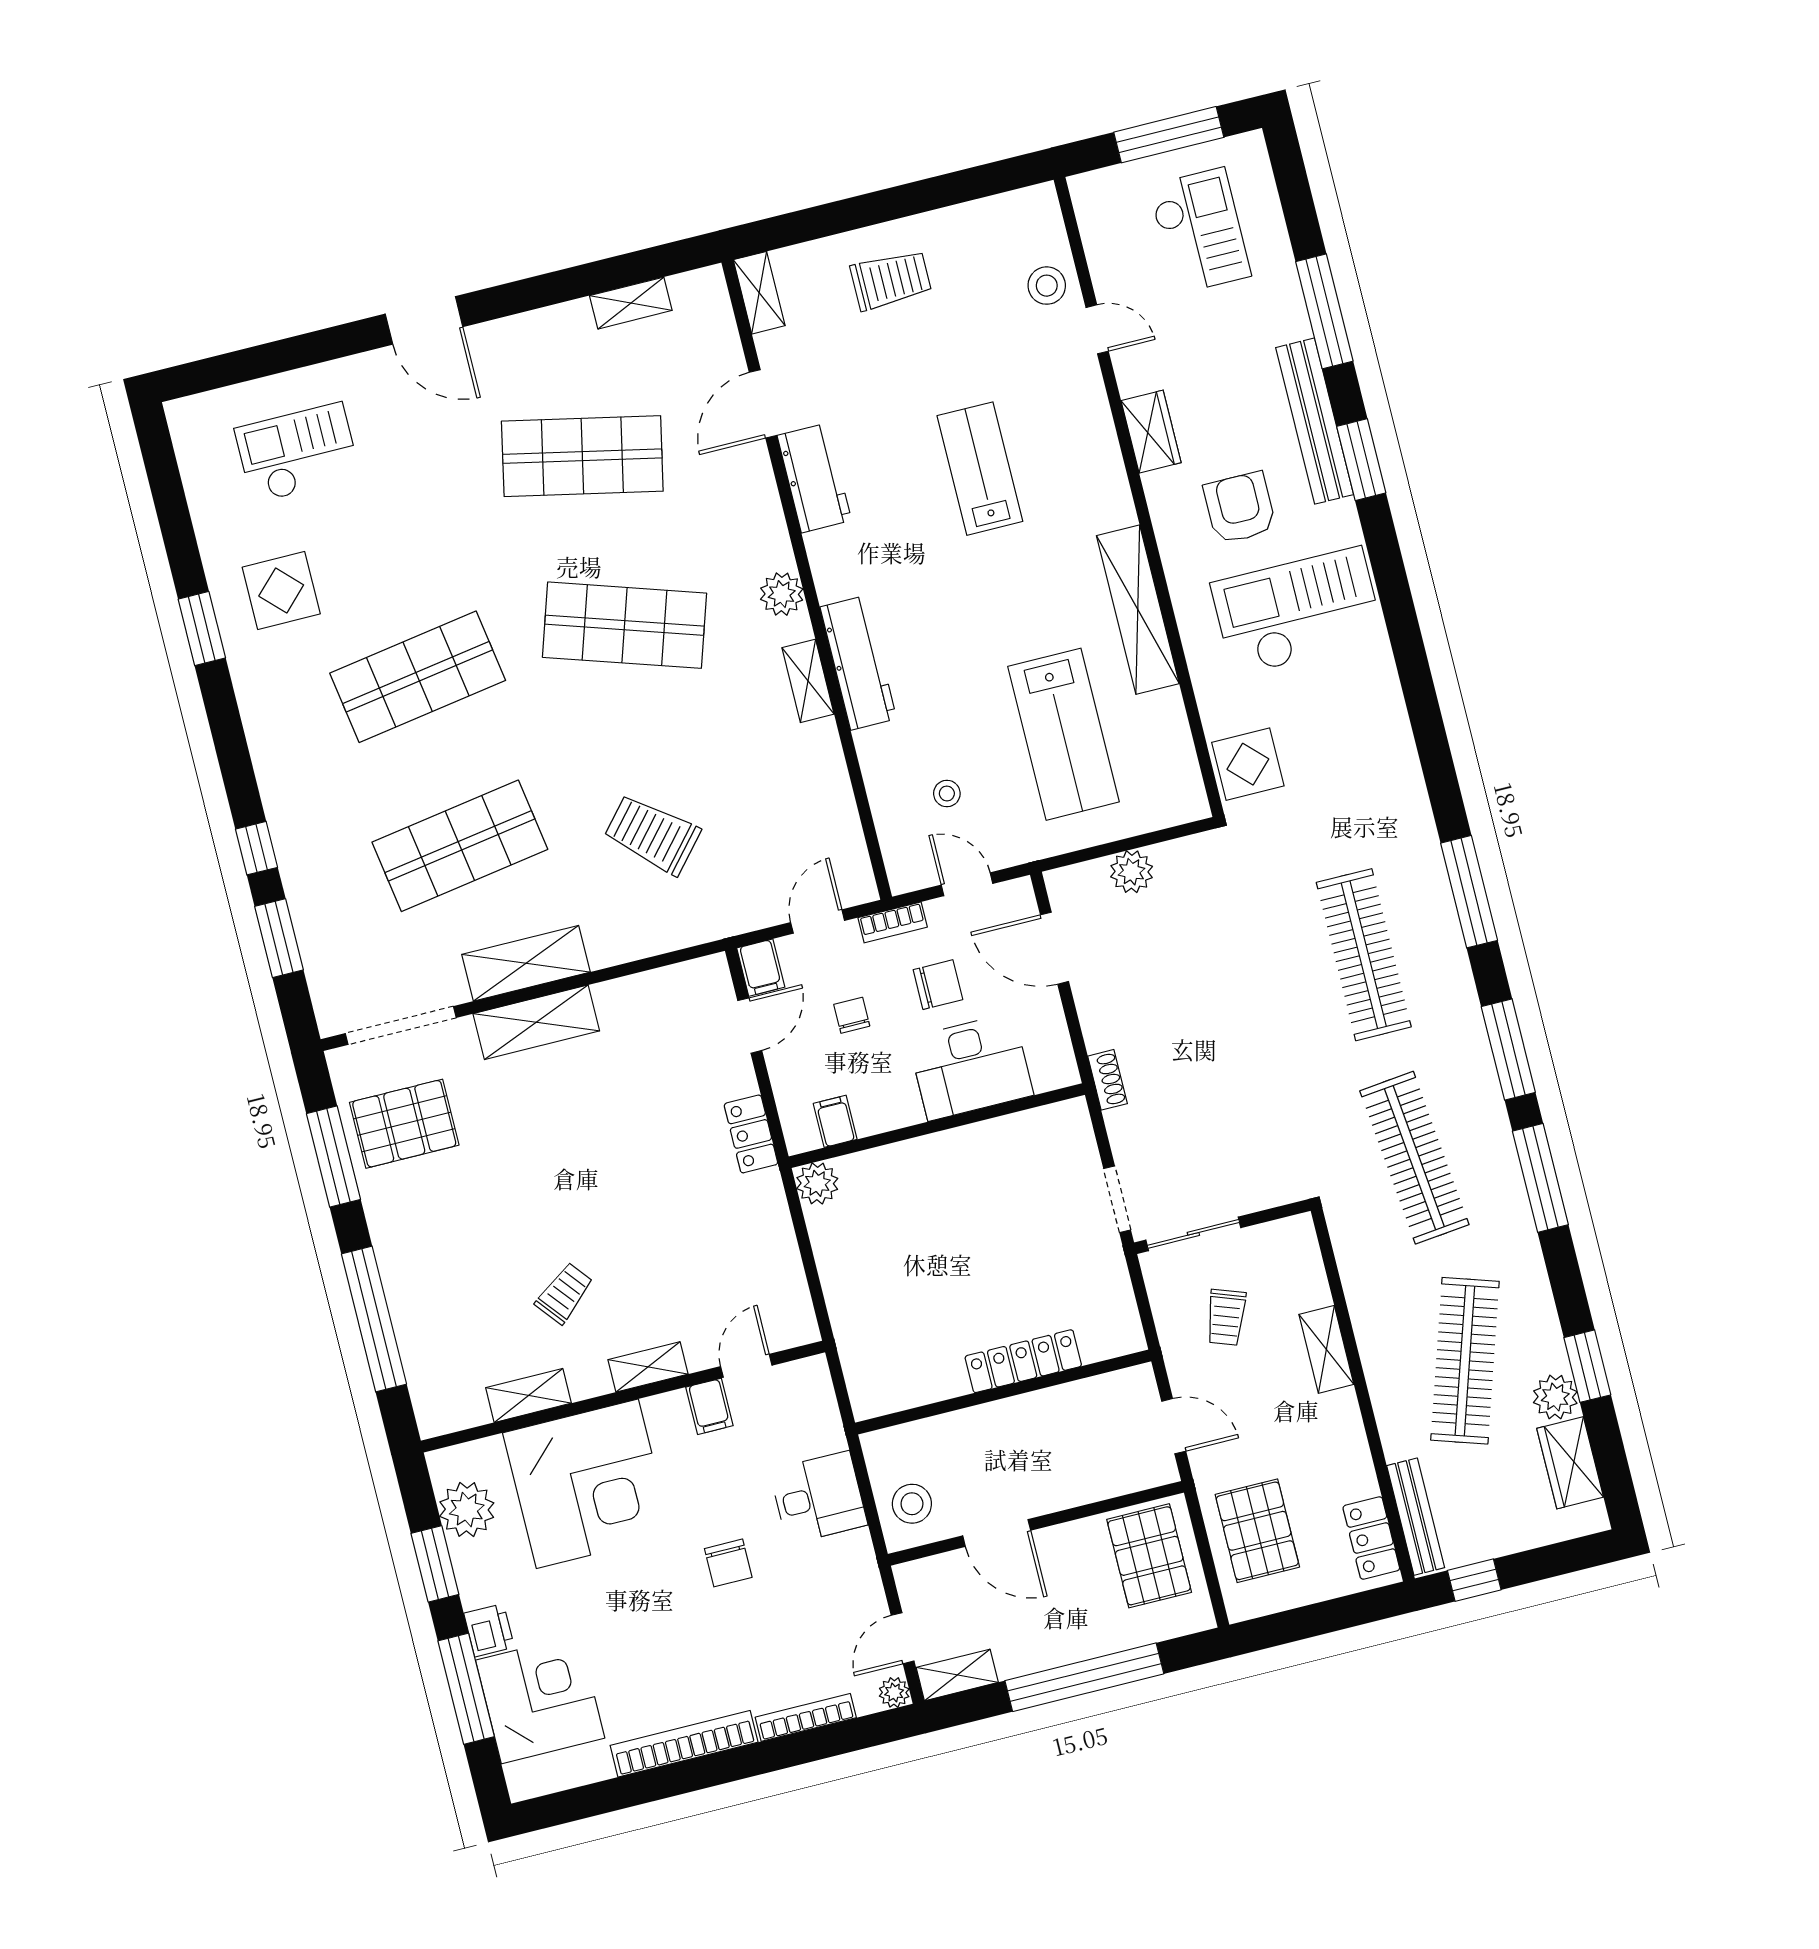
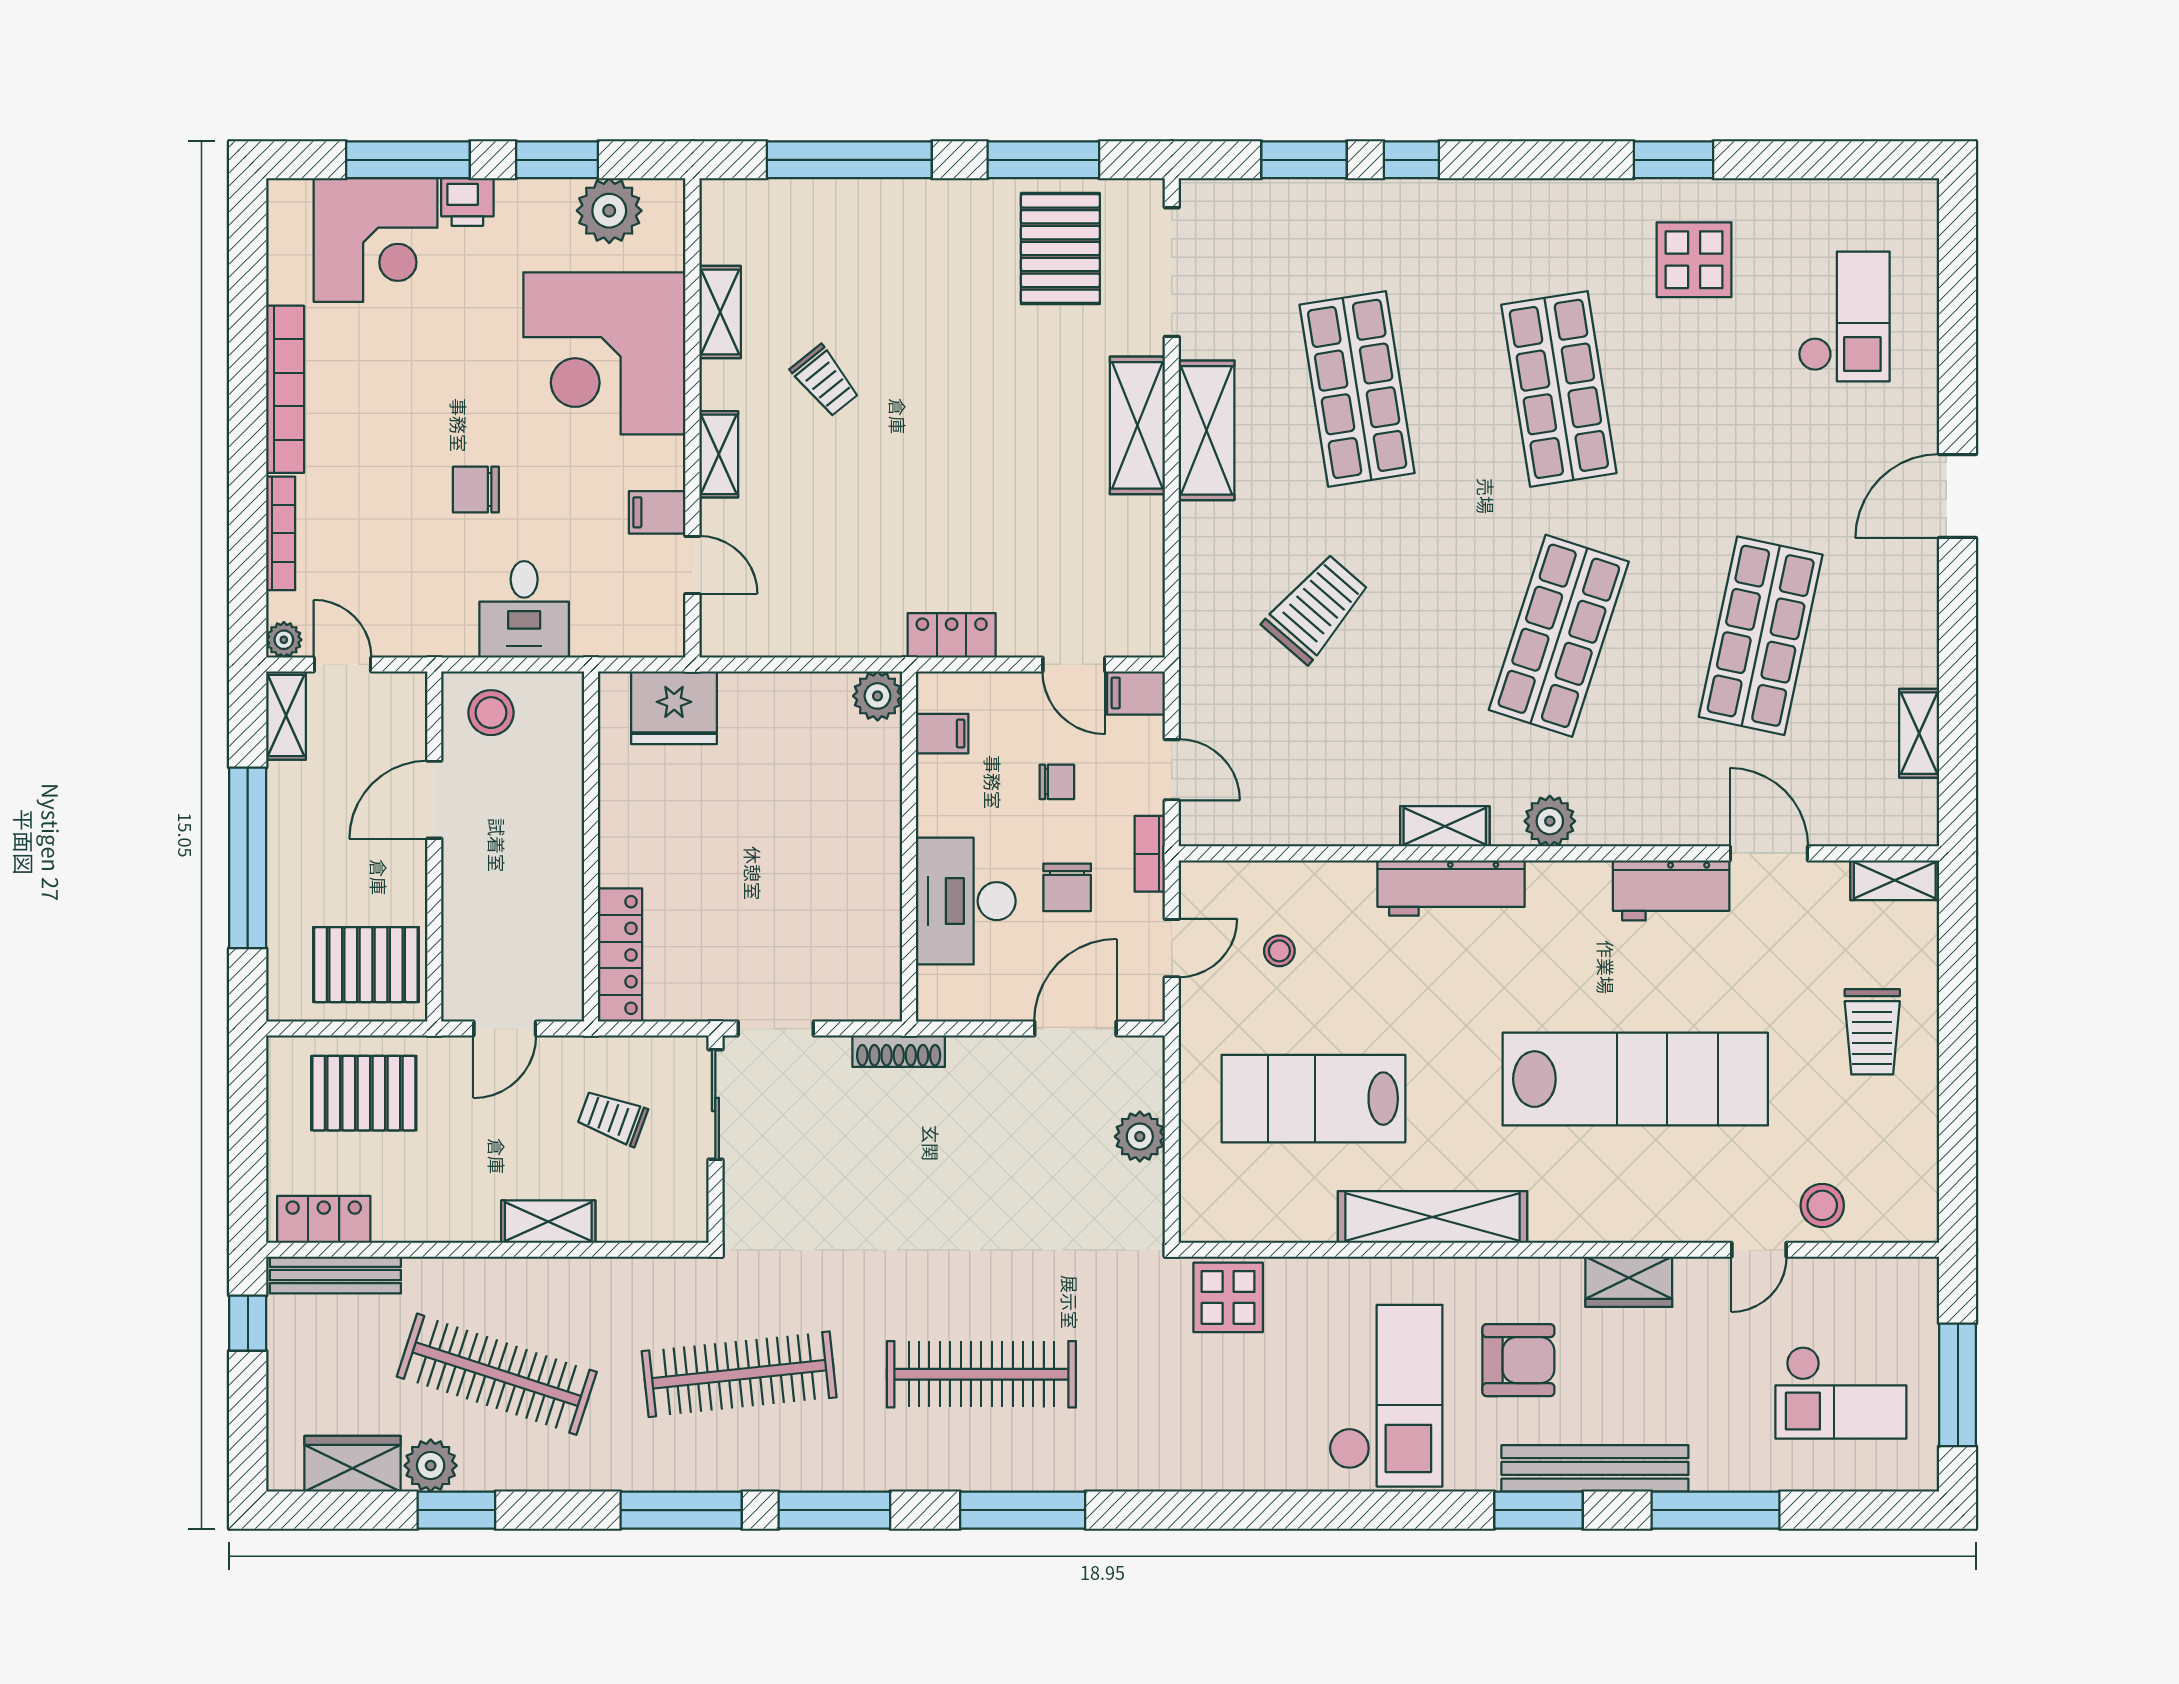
lab bench: (980, 469) -> (1635, 1079), width x1.86, depth x1.39
shoe rack: (1107, 1080) -> (899, 1051), width x1.43
fridge: (870, 1351) -> (674, 708), added
locker: (1023, 1361) -> (620, 955), moved

